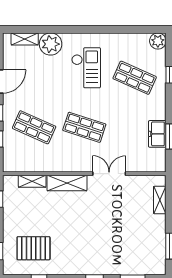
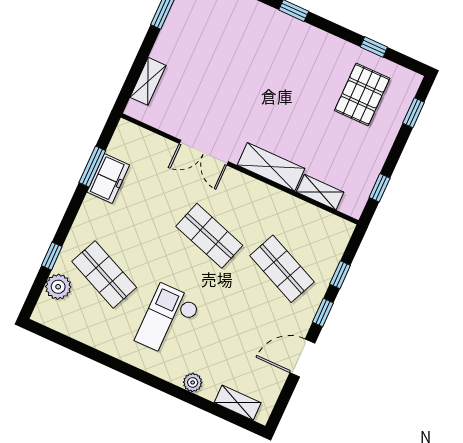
plant: (158, 41) -> (58, 287), moved
plant: (51, 44) -> (193, 382), width x0.53, depth x0.53
pallet: (34, 248) -> (362, 94), turned 90

